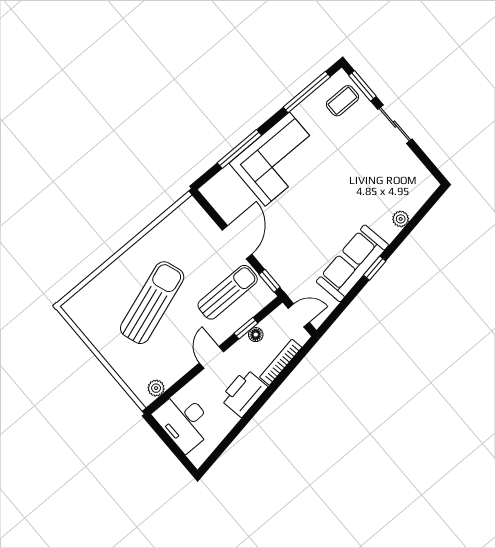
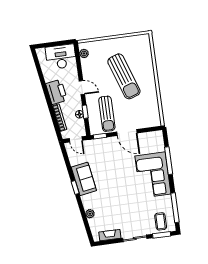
fireplace: (415, 167) -> (110, 235), added
sofa: (352, 263) -> (84, 179), width x0.73
door: (299, 315) -> (76, 139), hinge flipped

